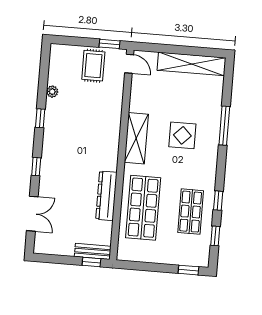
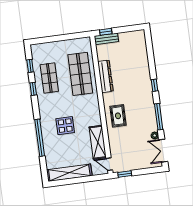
rug: (93, 66) -> (118, 116), moved
window: (40, 118) -> (159, 117), width x2.17
window: (224, 126) -> (40, 138), width x1.46
shelving: (136, 138) -> (98, 142), moved
double door: (32, 214) -> (163, 151), moved
window: (188, 270) -> (43, 40), removed

